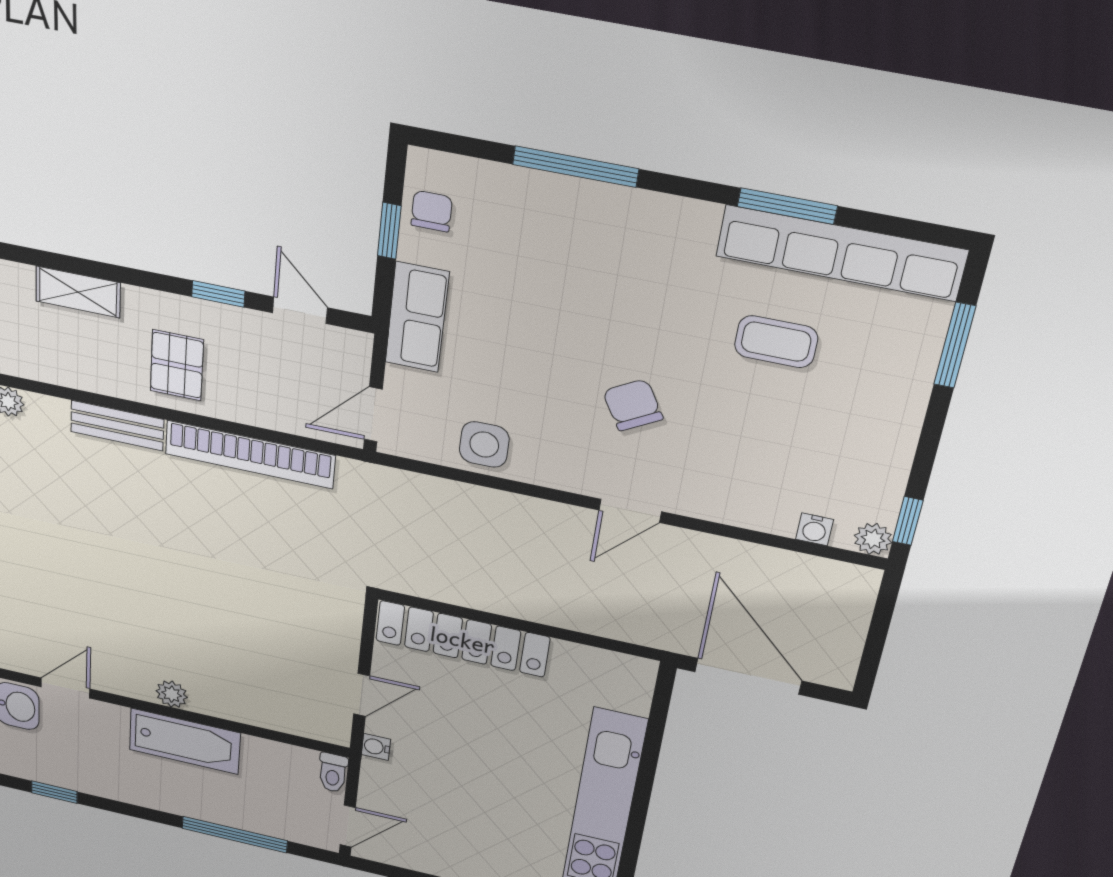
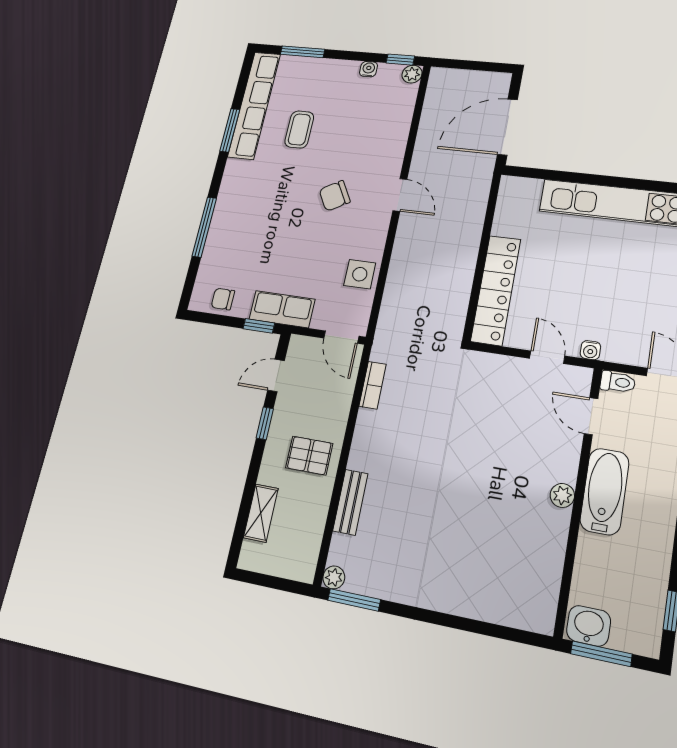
window: (389, 231) -> (259, 326), moved
bookcase: (250, 455) -> (373, 385), width x0.43, depth x0.76
water cooler: (815, 529) -> (369, 69), moved, turned -90
door: (65, 688) -> (591, 416), moved

